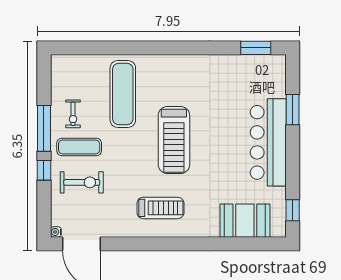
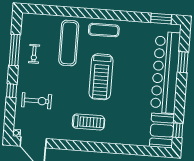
window: (44, 128) -> (15, 50), moved
bar counter: (268, 142) -> (165, 72), width x1.36
exercise mat: (79, 147) -> (104, 30), moved
booth: (245, 221) -> (162, 131), moved, turned 90

